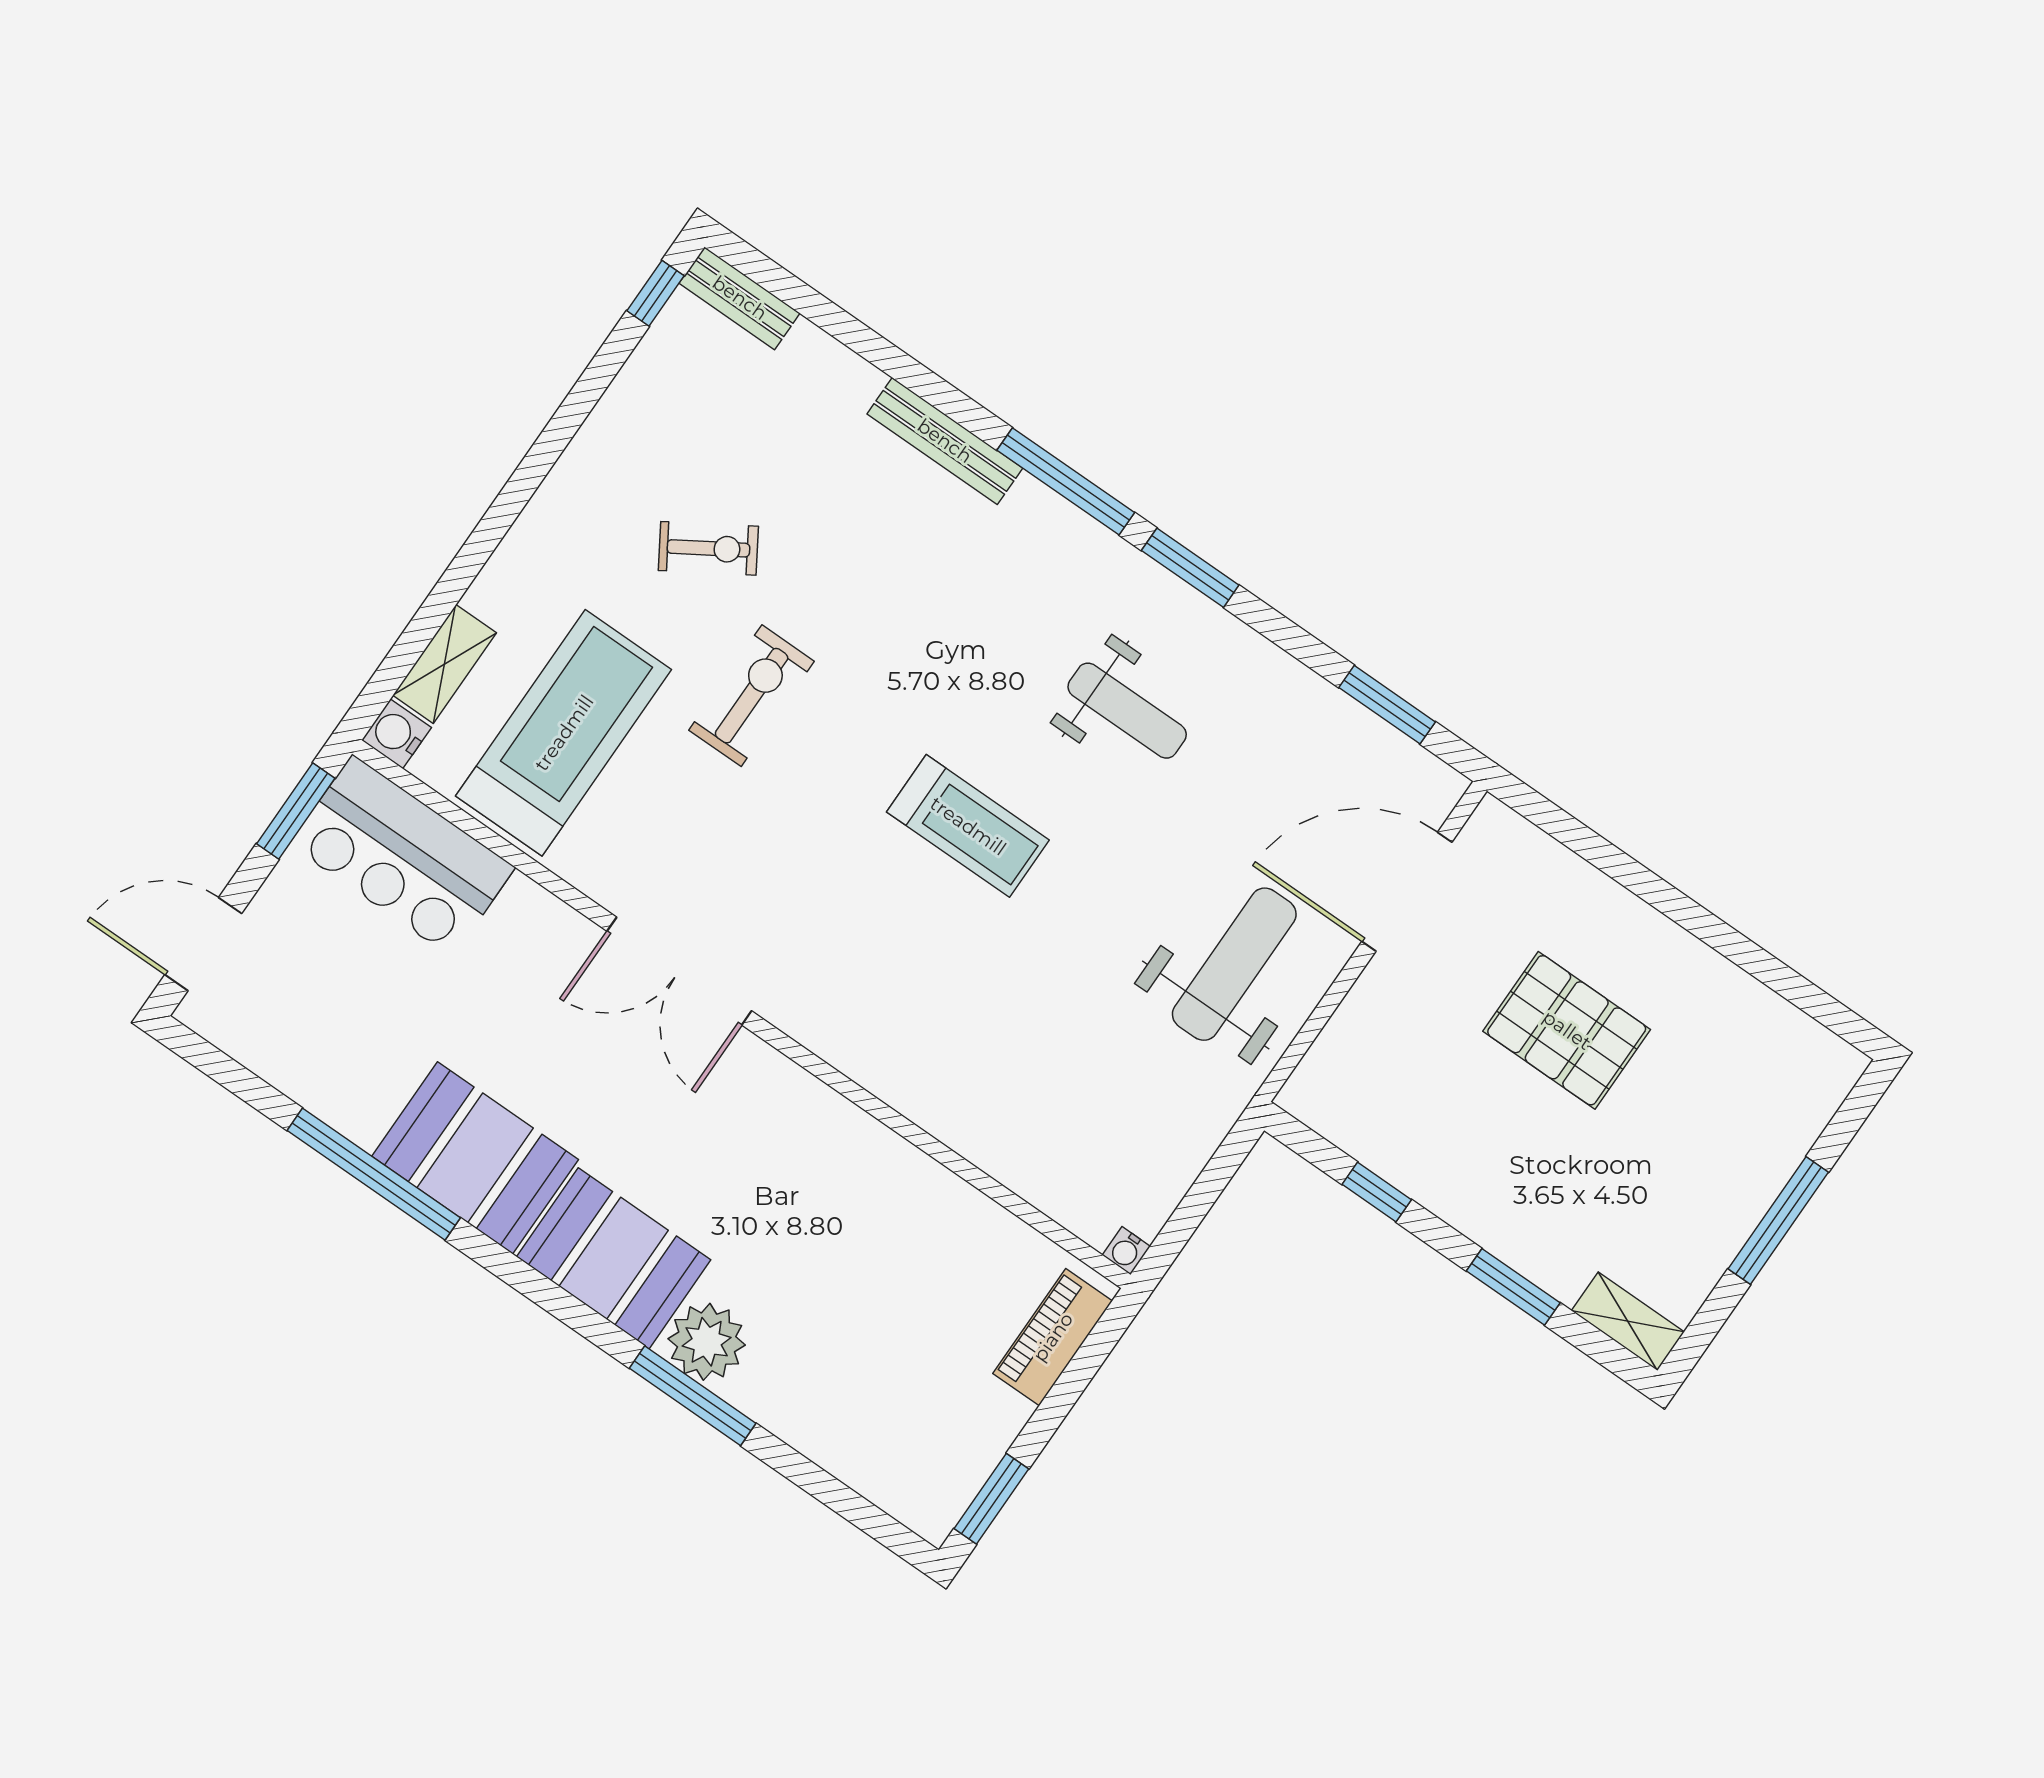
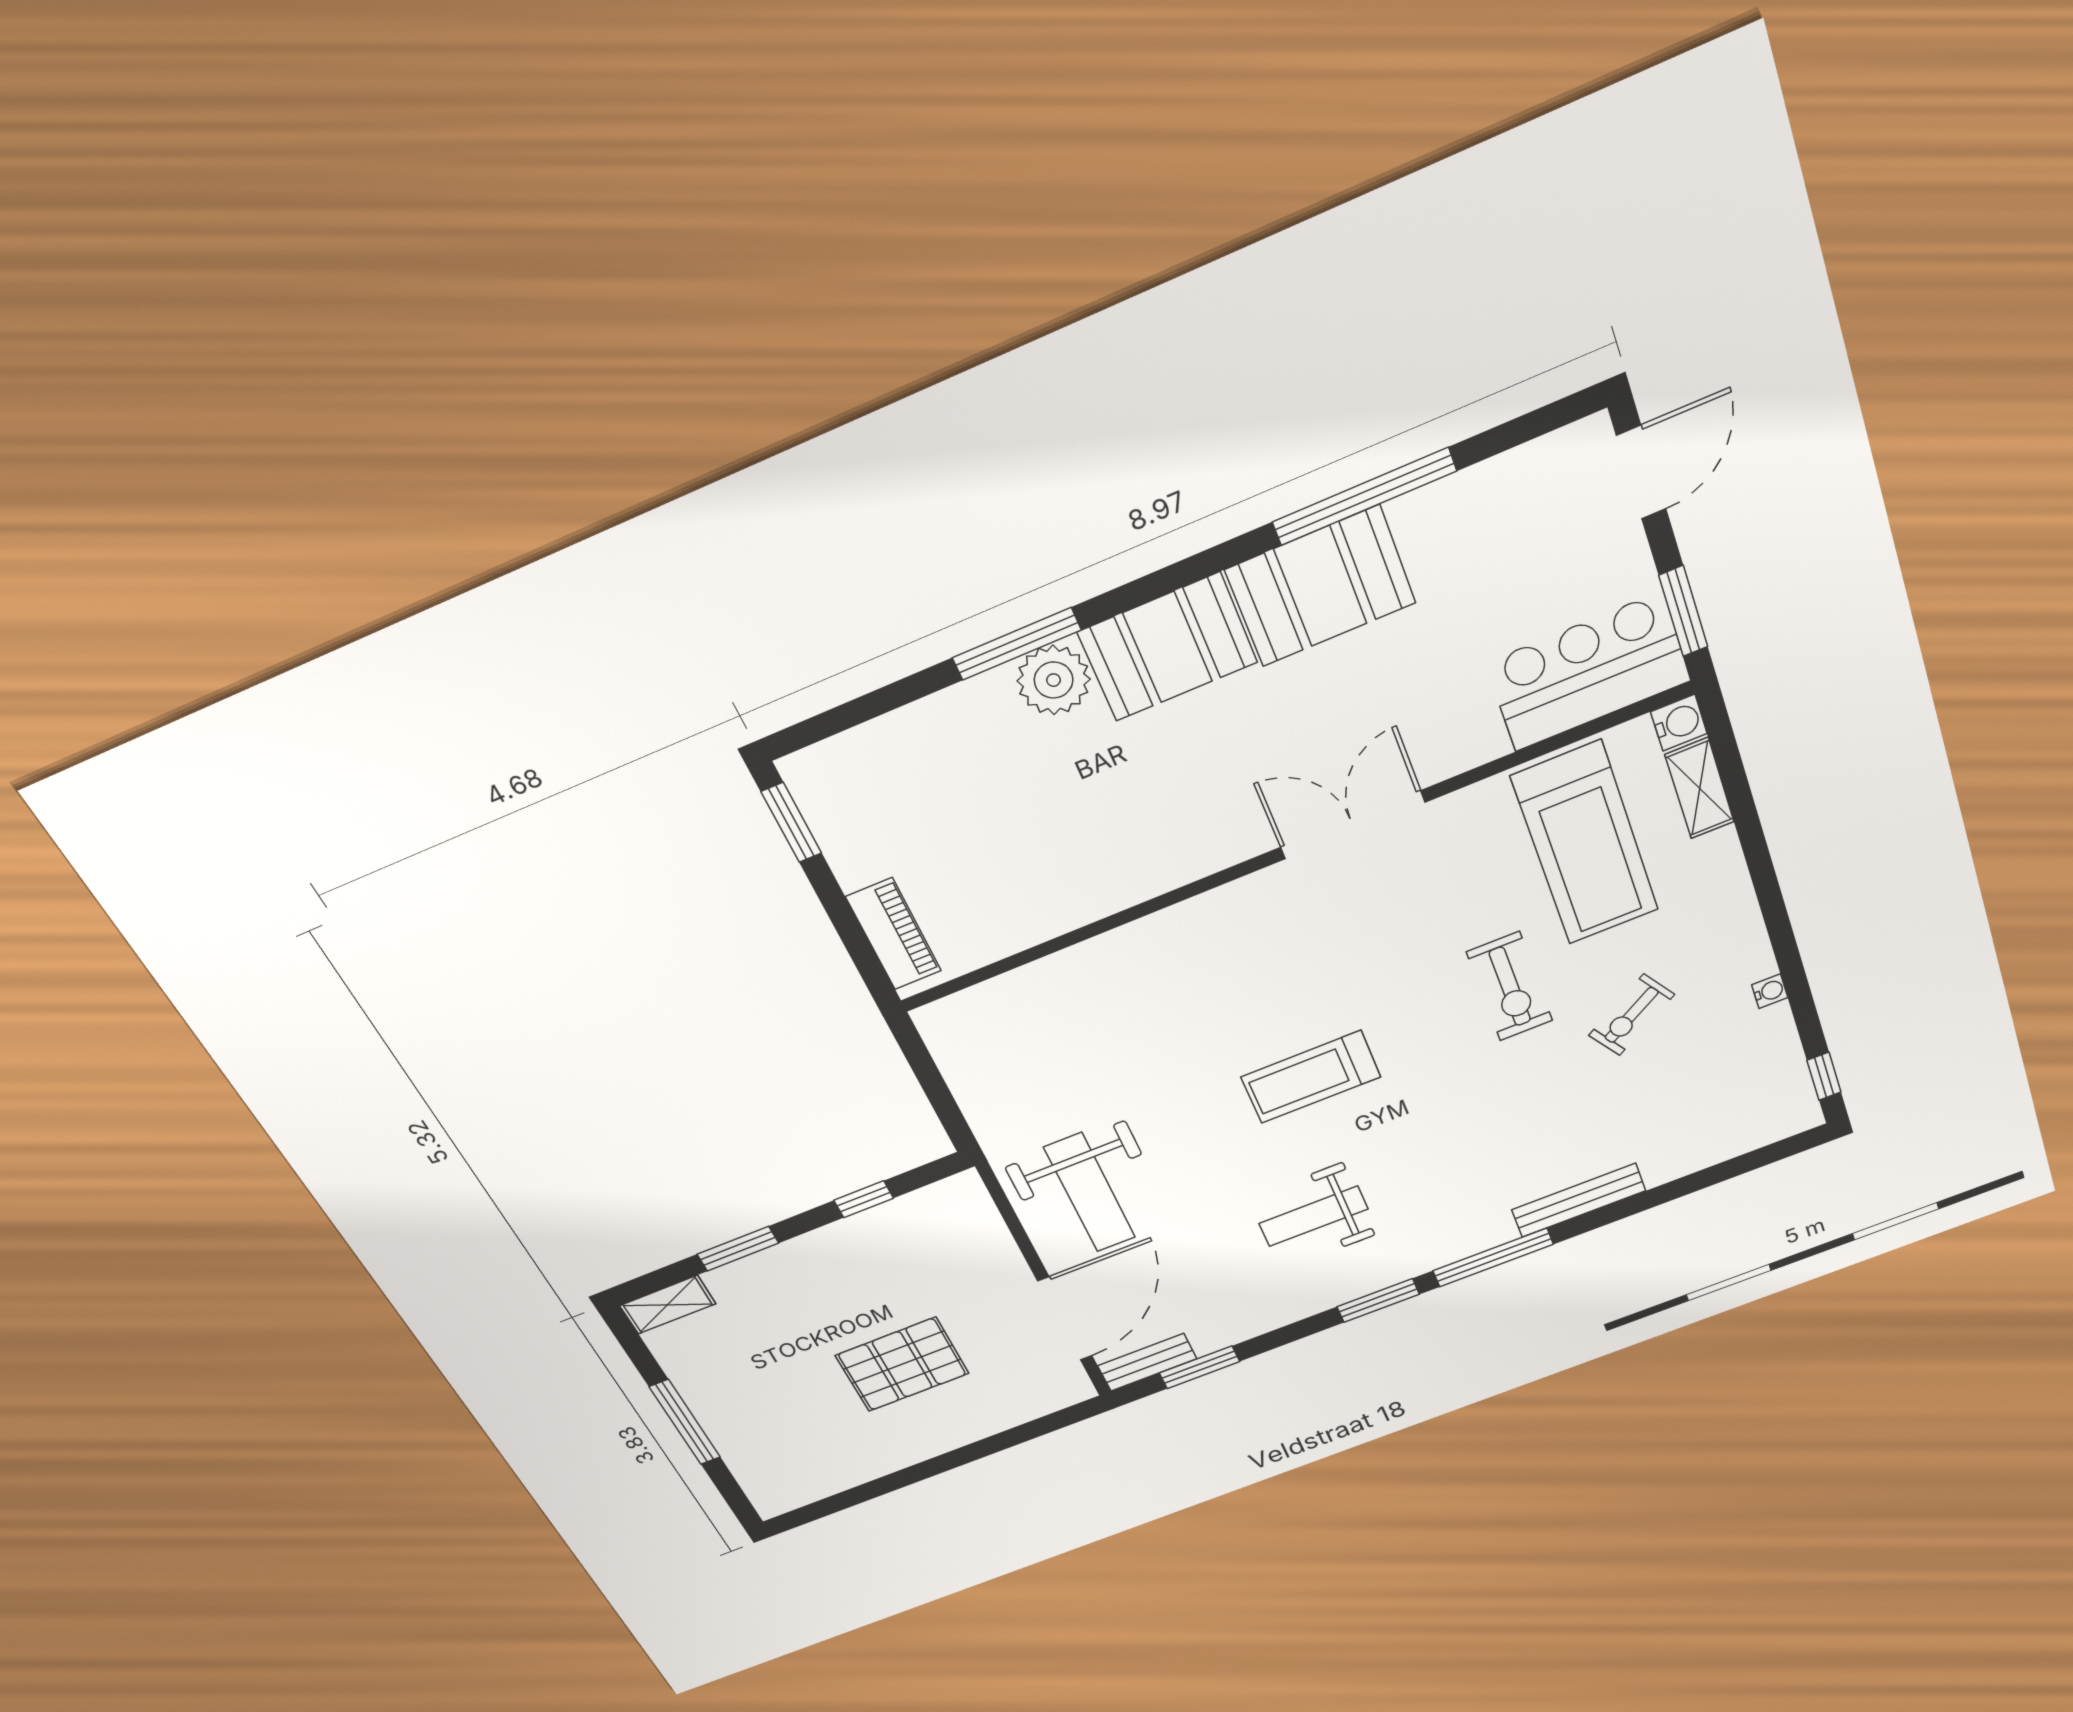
bench: (740, 298) -> (1147, 1362), moved
water cooler: (1126, 1251) -> (1770, 991), moved, turned 90

